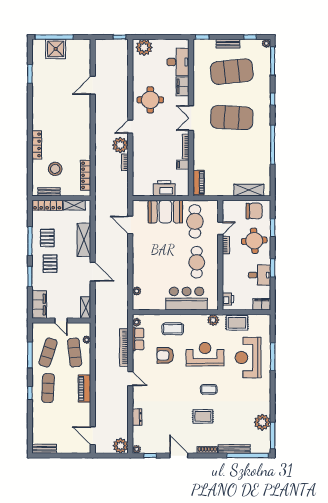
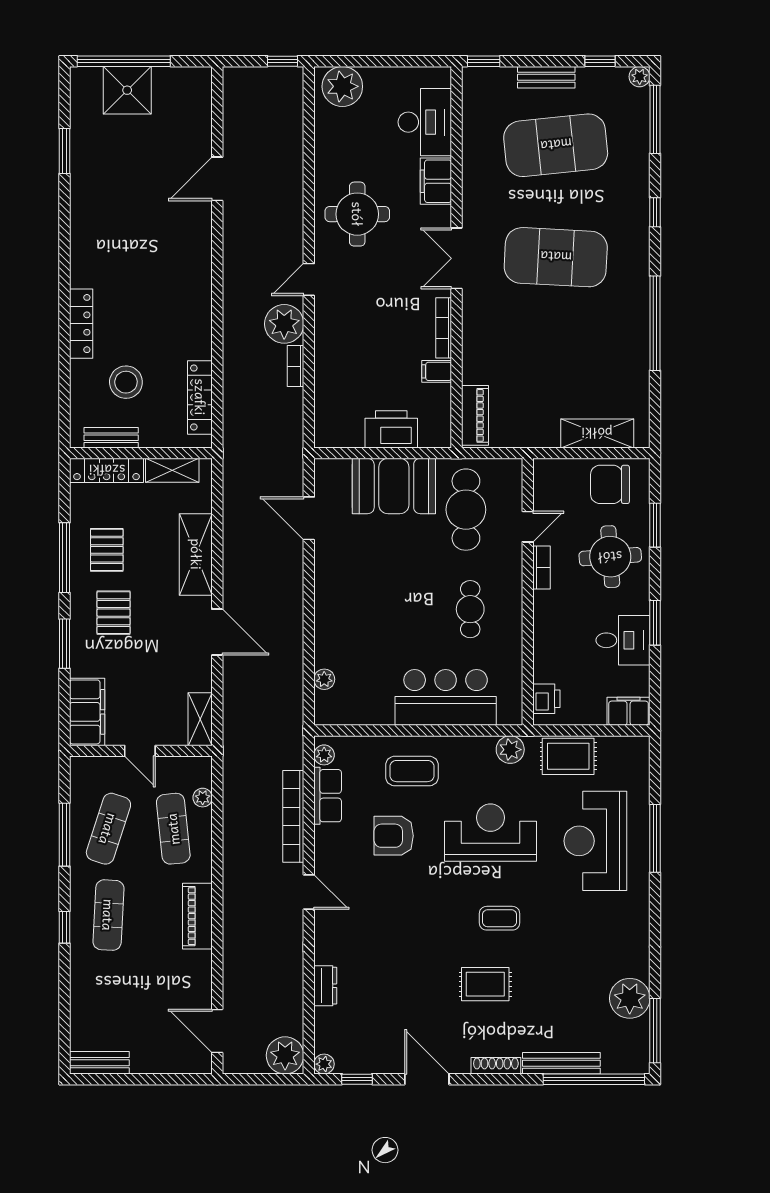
chair: (254, 211) -> (610, 484), turned 180
cafe table: (197, 262) -> (470, 609), width x0.73, depth x0.74

